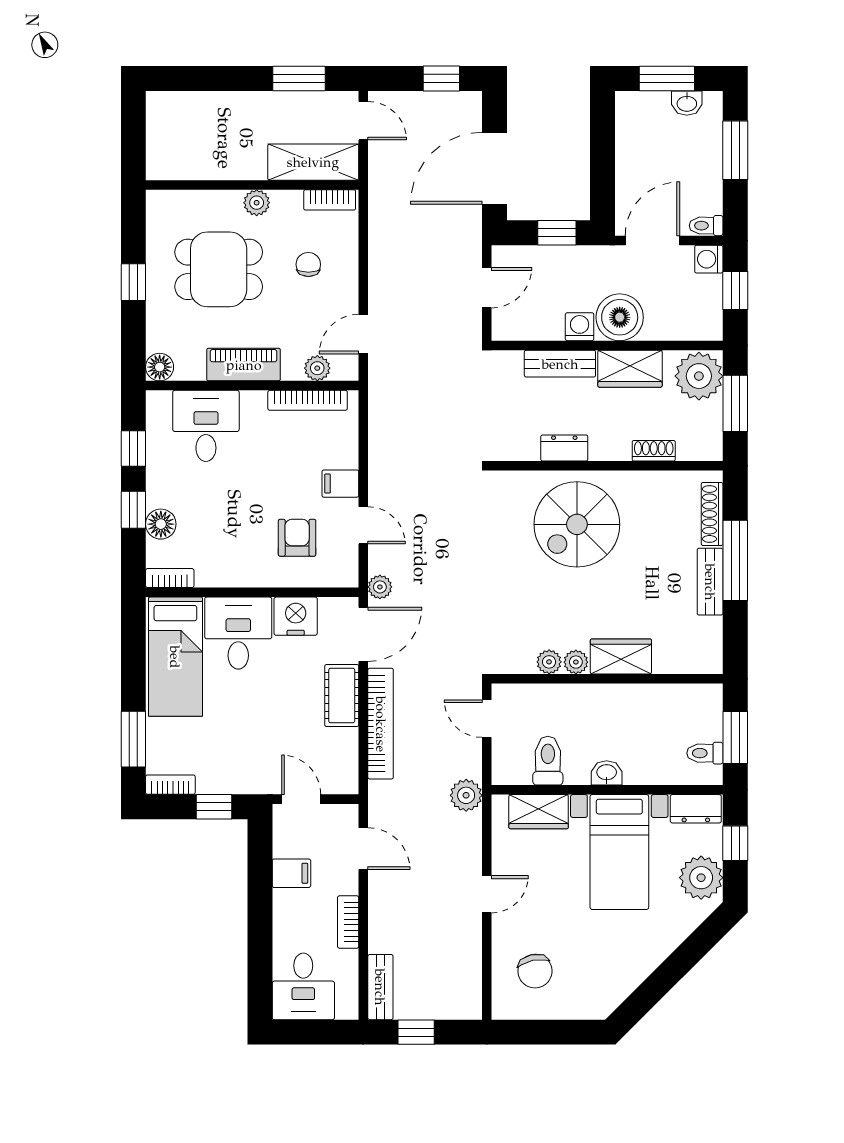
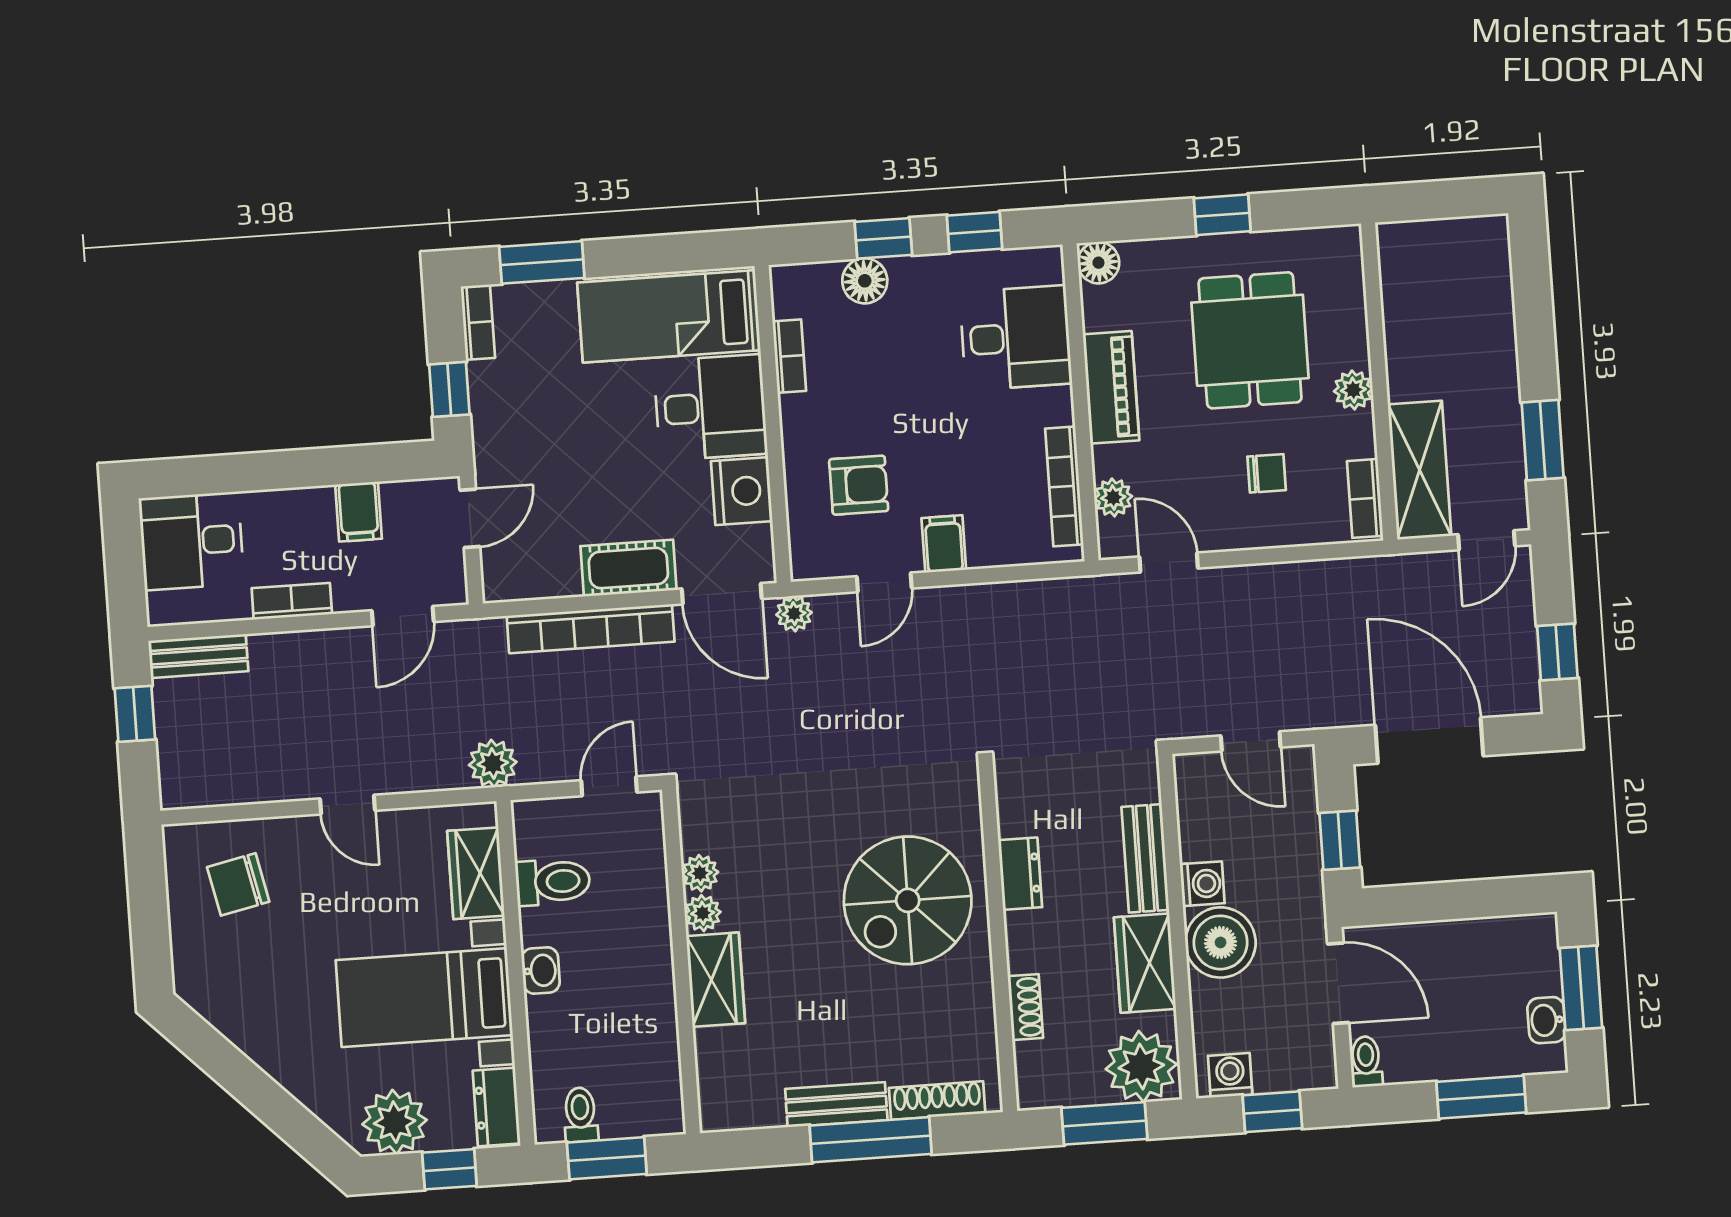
washing machine: (709, 259) -> (1230, 1075), moved
spiral stairs: (577, 524) -> (908, 900), turned -90
bookcase: (170, 578) -> (789, 356), moved

